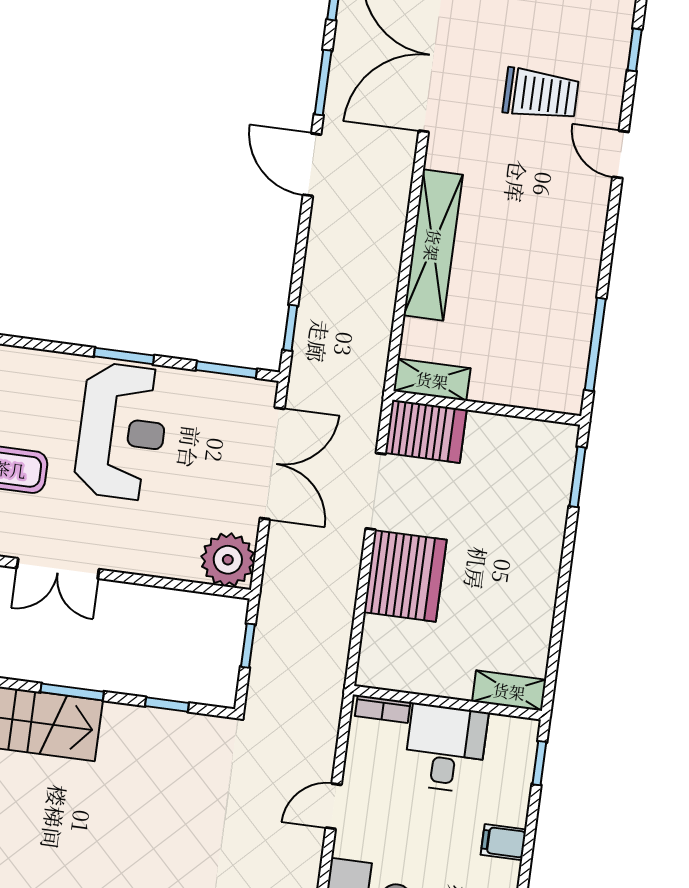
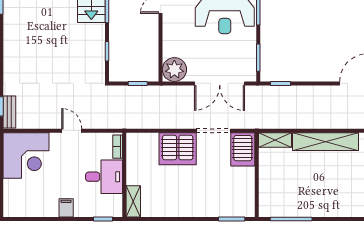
shelving: (432, 380) -> (275, 140), moved, turned 90

